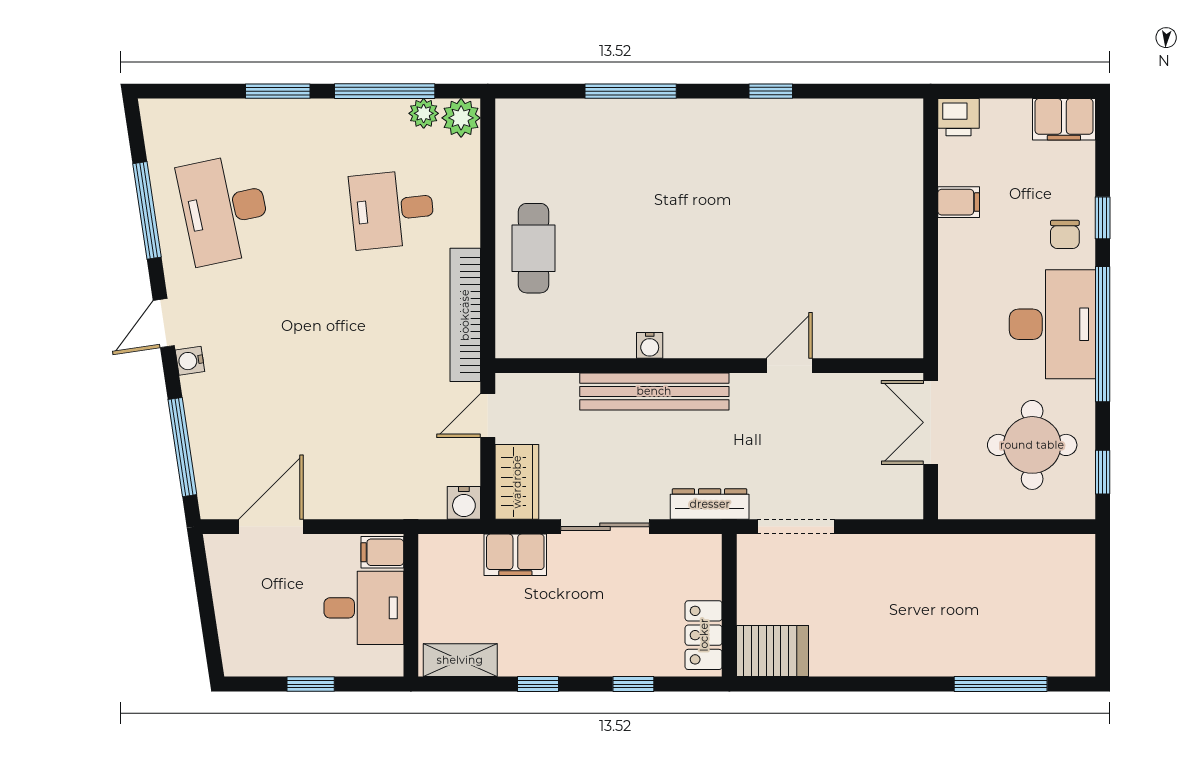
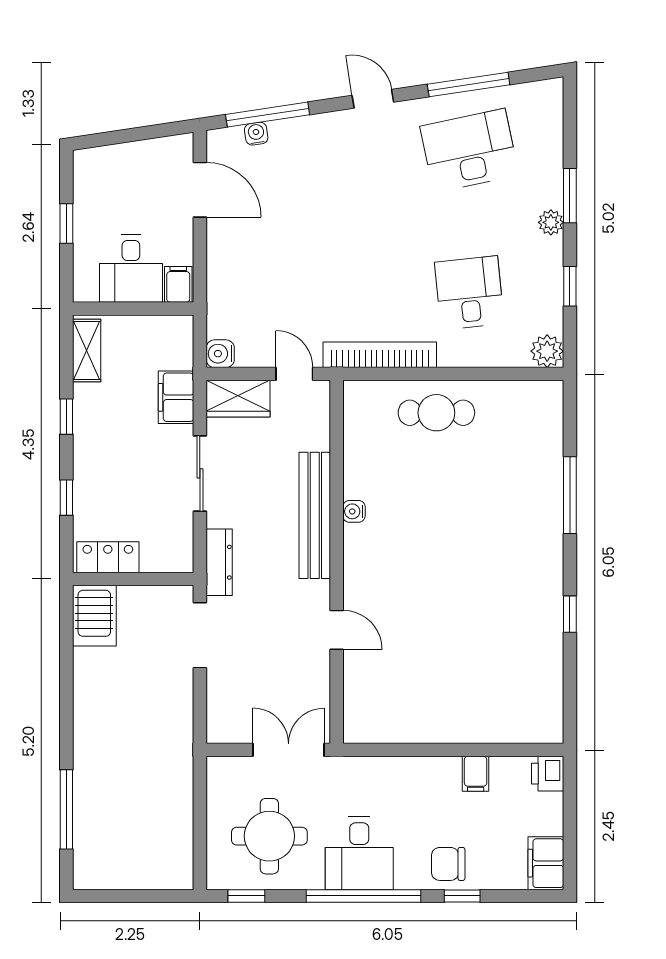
window: (385, 91) -> (570, 286), width x0.46
plant: (424, 113) -> (551, 222), moved
chair: (1065, 234) -> (448, 864), width x1.37, depth x1.37
desk: (1052, 324) -> (359, 853), width x0.73
water cooler: (190, 361) -> (256, 134), moved

